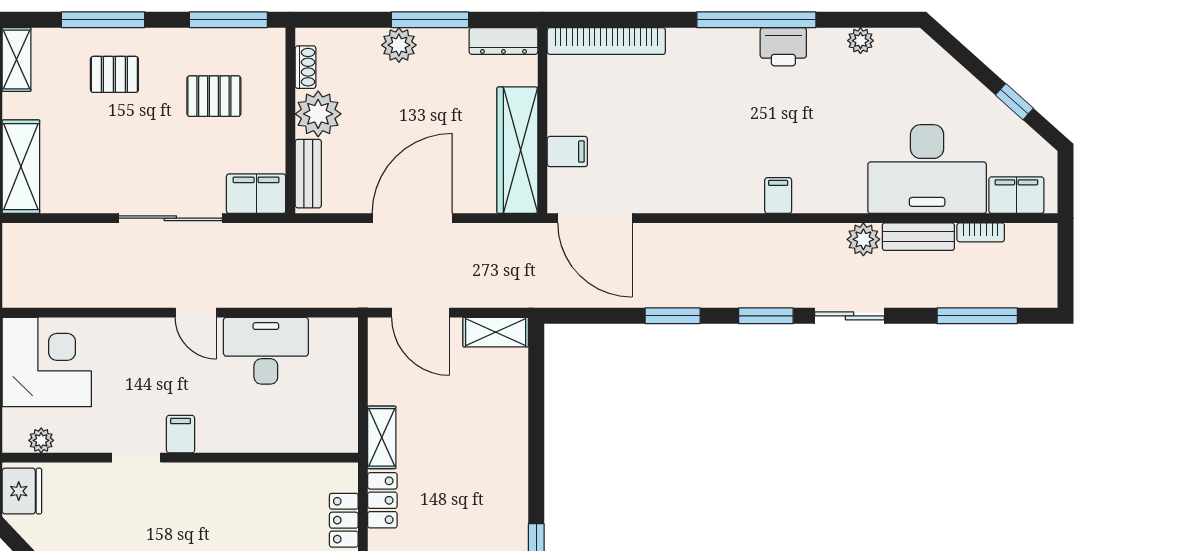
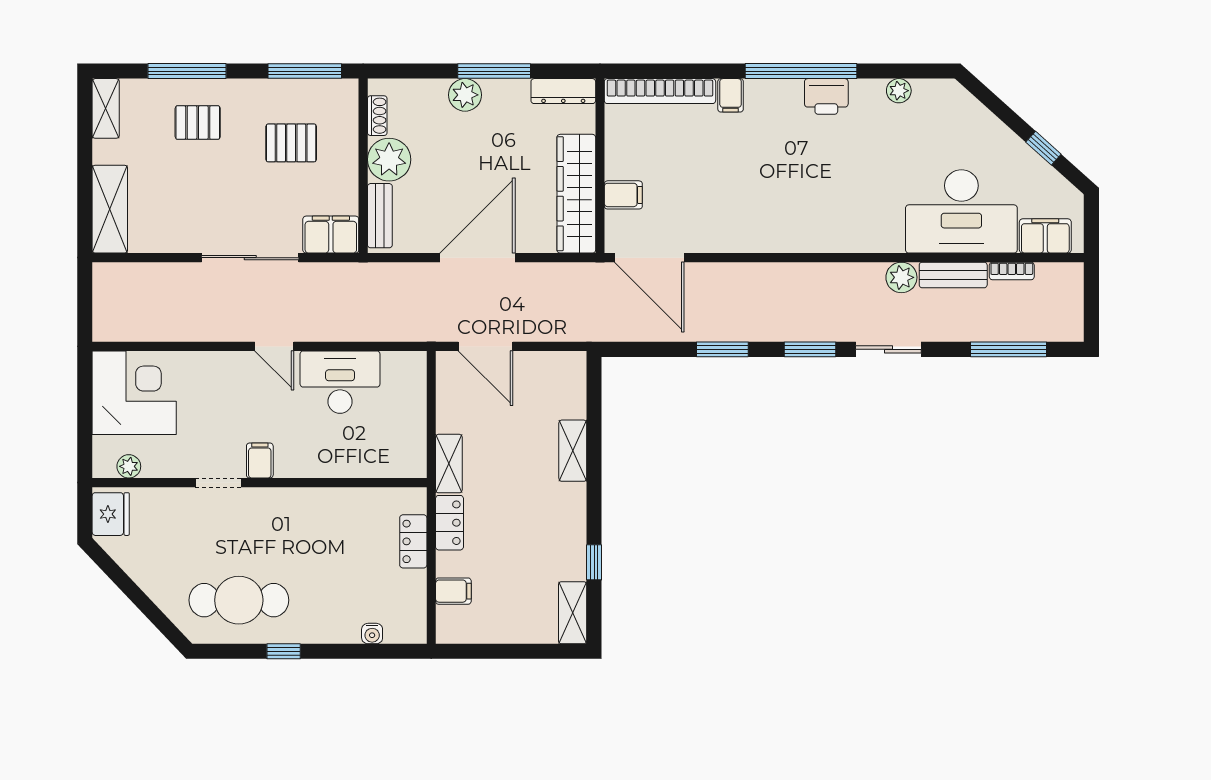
filing cabinet: (778, 196) -> (731, 95), moved, turned 180
shelving: (496, 332) -> (573, 451), moved, turned 90

